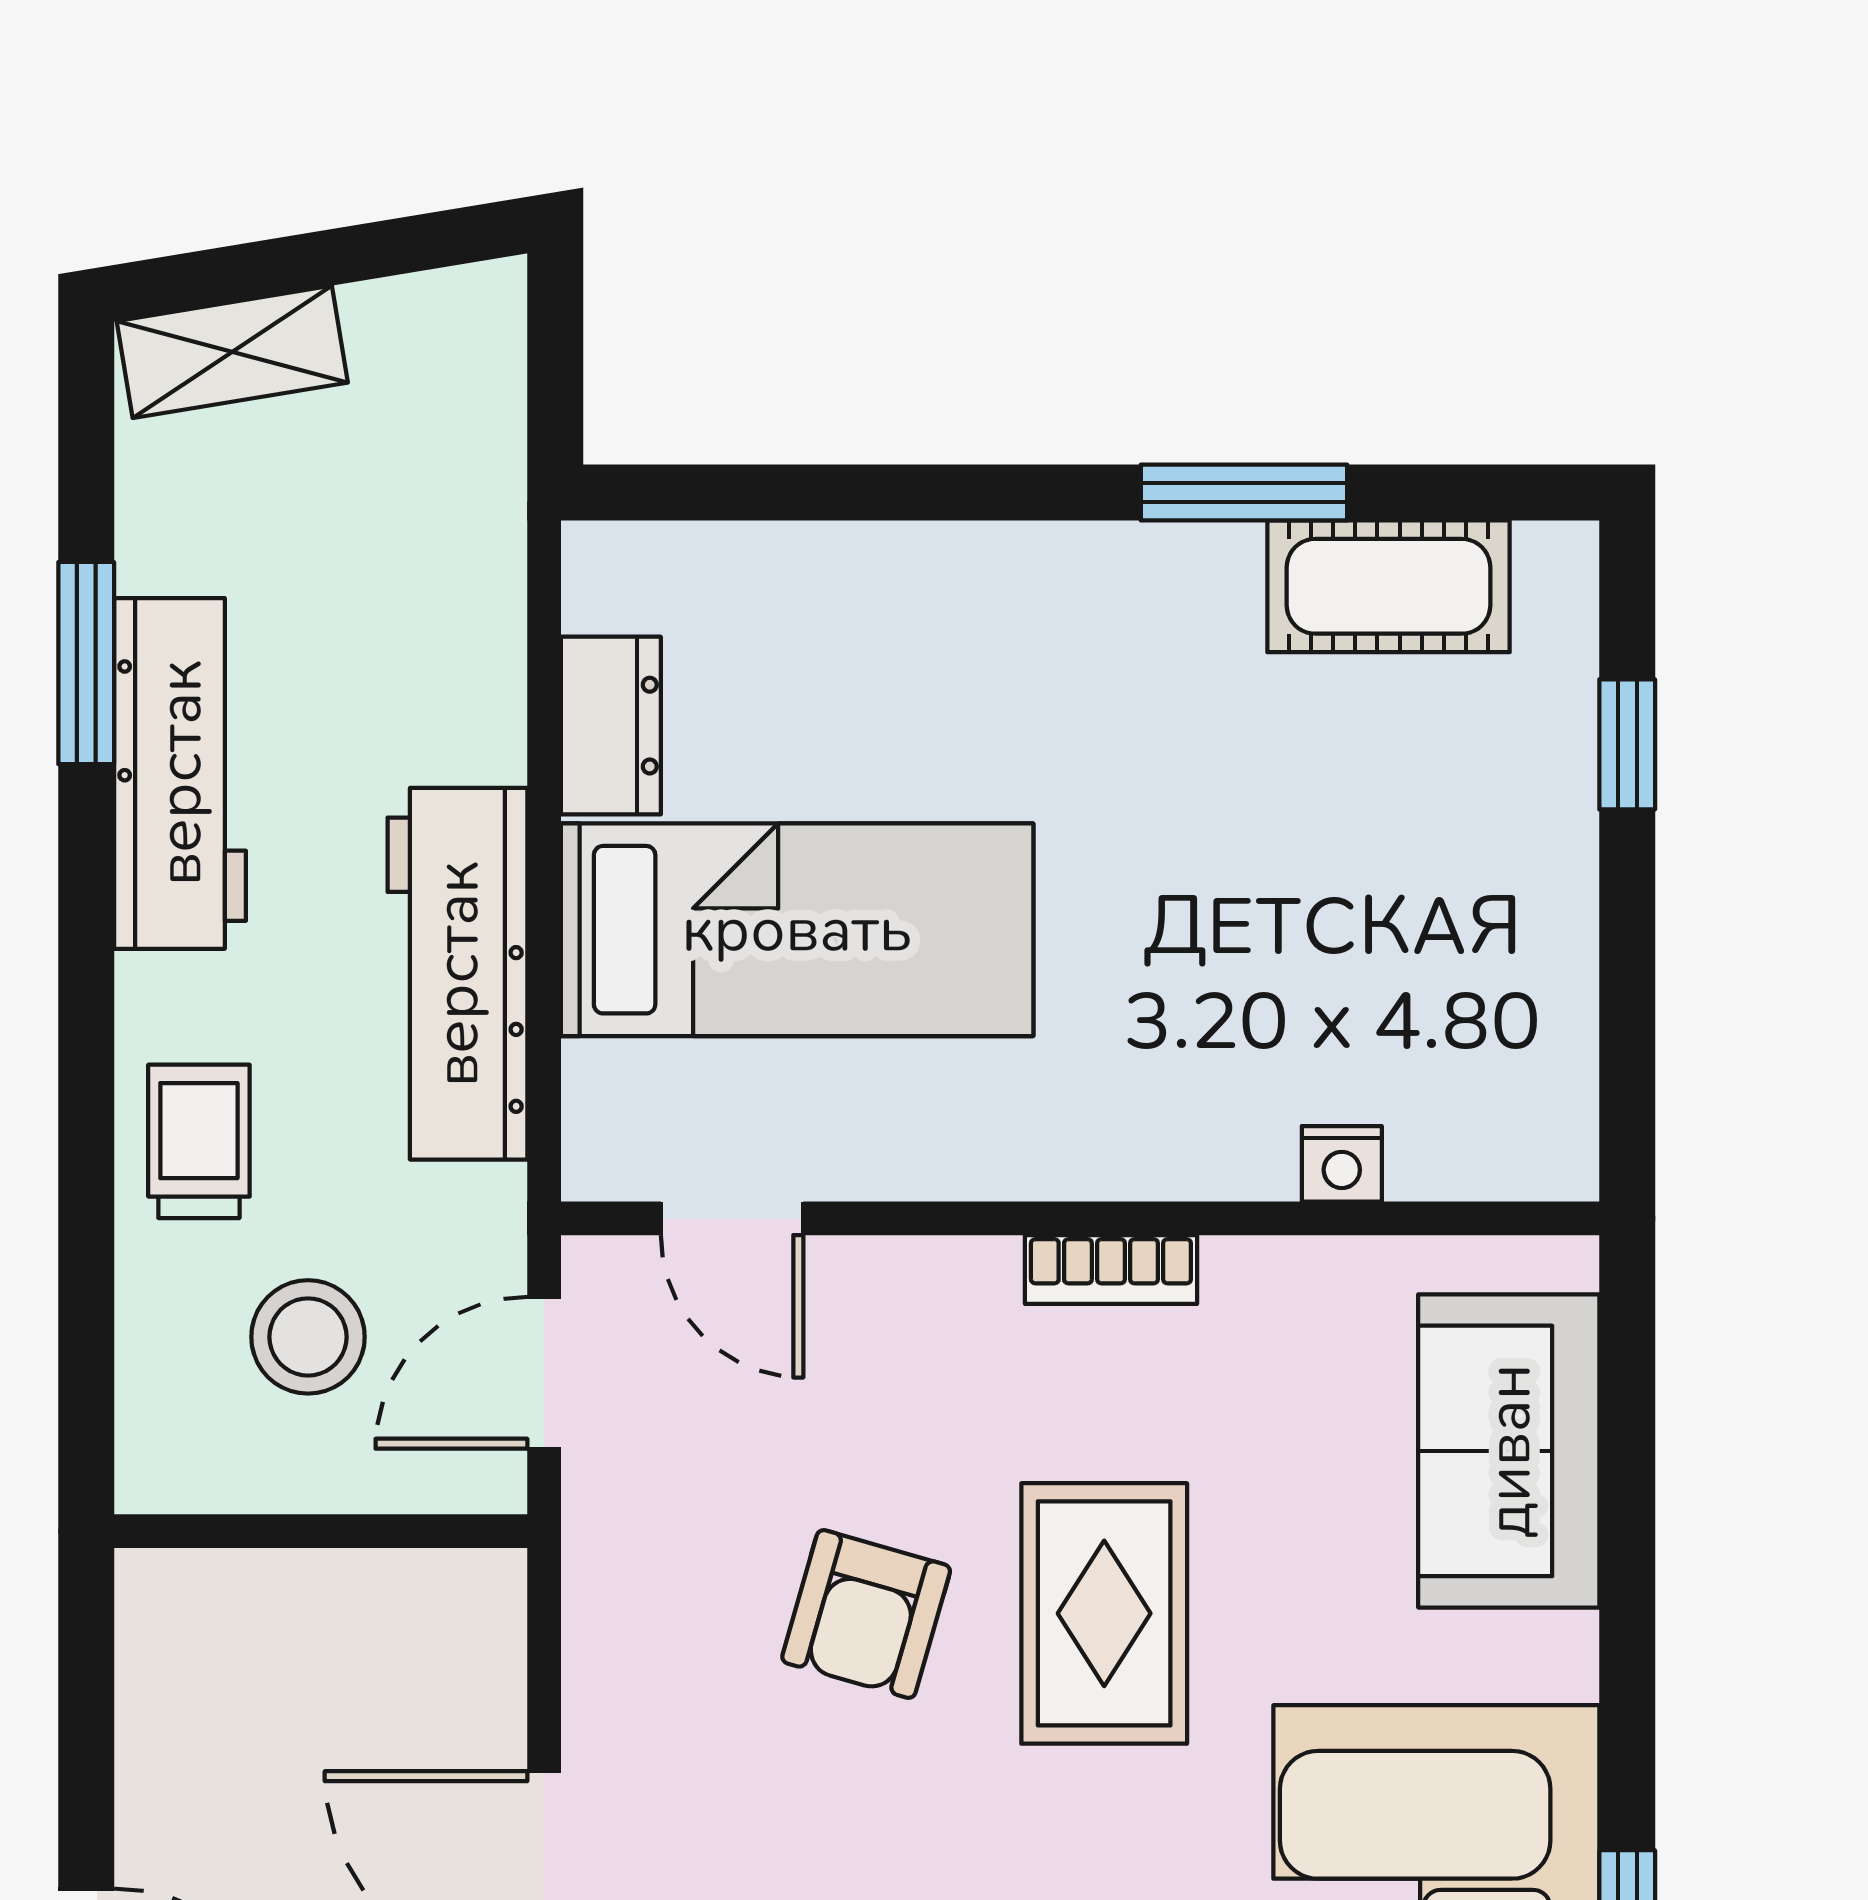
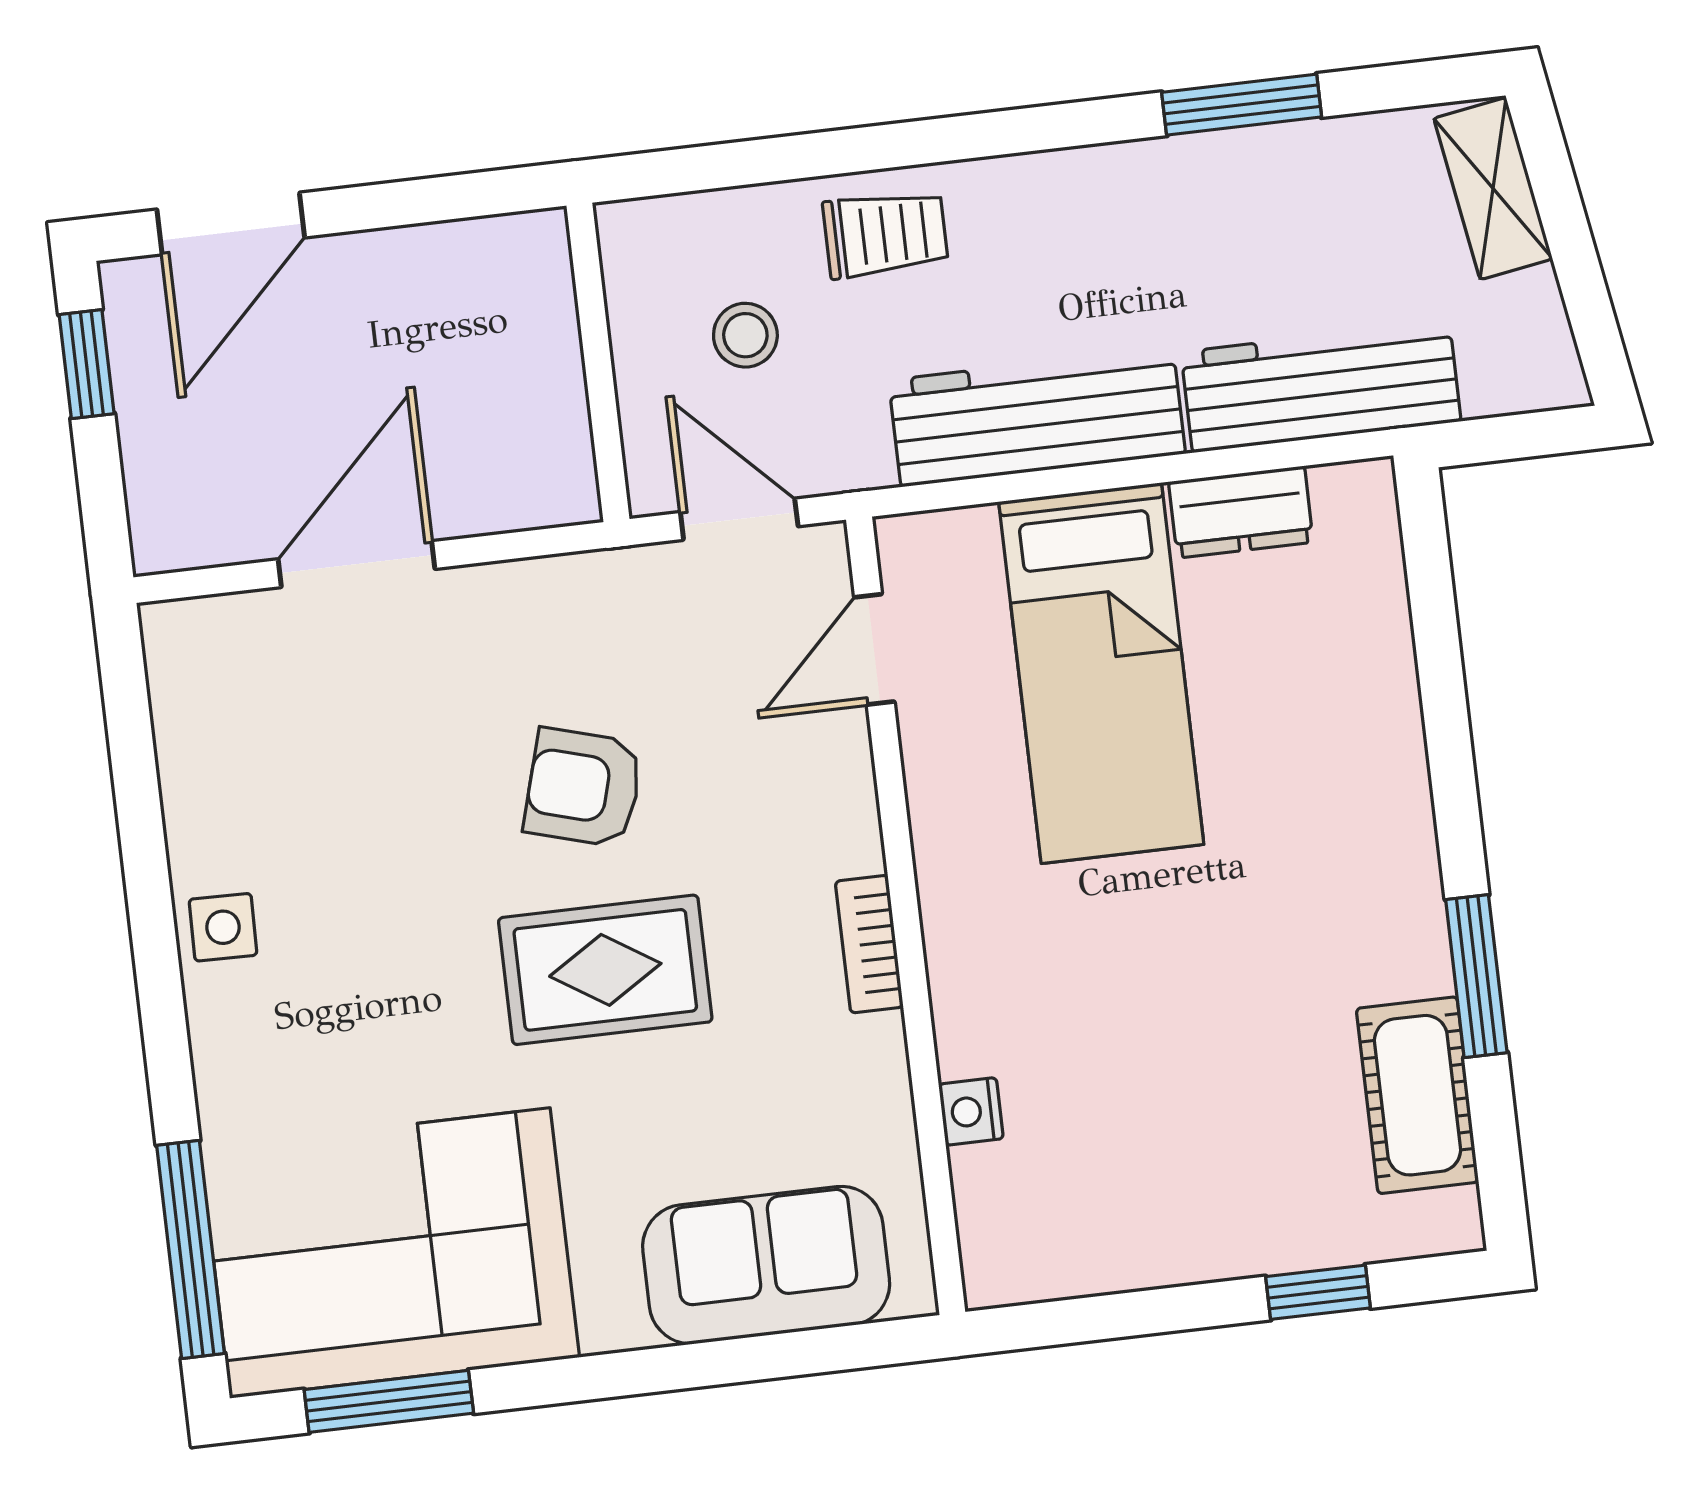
workbench: (180, 773) -> (1321, 387), moved, turned 180
stool: (308, 1337) -> (745, 335), width x0.73, depth x0.73

